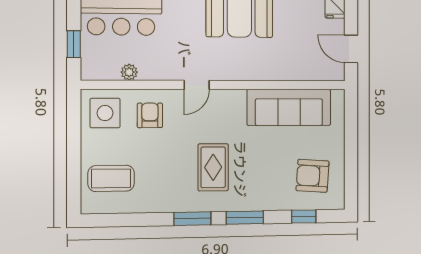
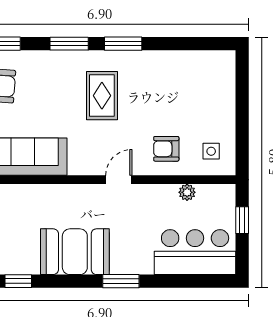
side table: (105, 113) -> (211, 151), width x0.54, depth x0.54
armchair: (150, 115) -> (166, 149), turned 90
coffee table: (111, 178) -> (205, 86), removed

